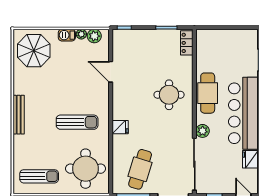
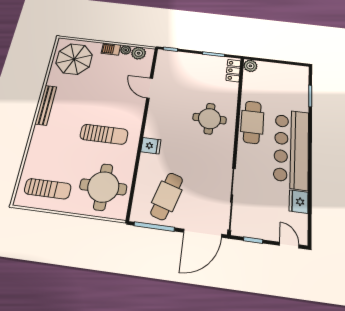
bench: (19, 115) -> (46, 105), moved
plant: (203, 131) -> (250, 66), moved

